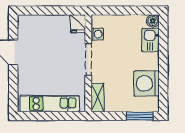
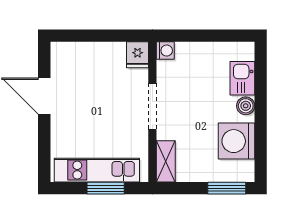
boiler: (153, 21) -> (246, 106), moved
washing machine: (97, 34) -> (165, 51), moved
window: (56, 116) -> (106, 188), added

